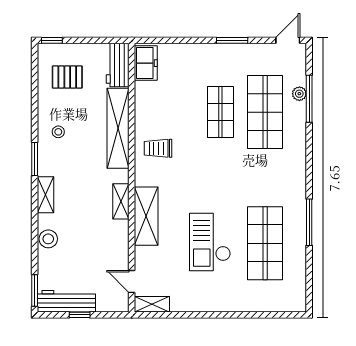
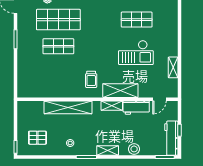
freezer: (146, 63) -> (29, 91), removed
workbench: (118, 65) -> (136, 108), moved
pallet: (67, 77) -> (37, 138), turned 90
trolley: (158, 148) -> (91, 79), moved
shop shelf: (265, 243) -> (137, 20), width x0.70, depth x0.74
shelving: (152, 304) -> (173, 67), moved

